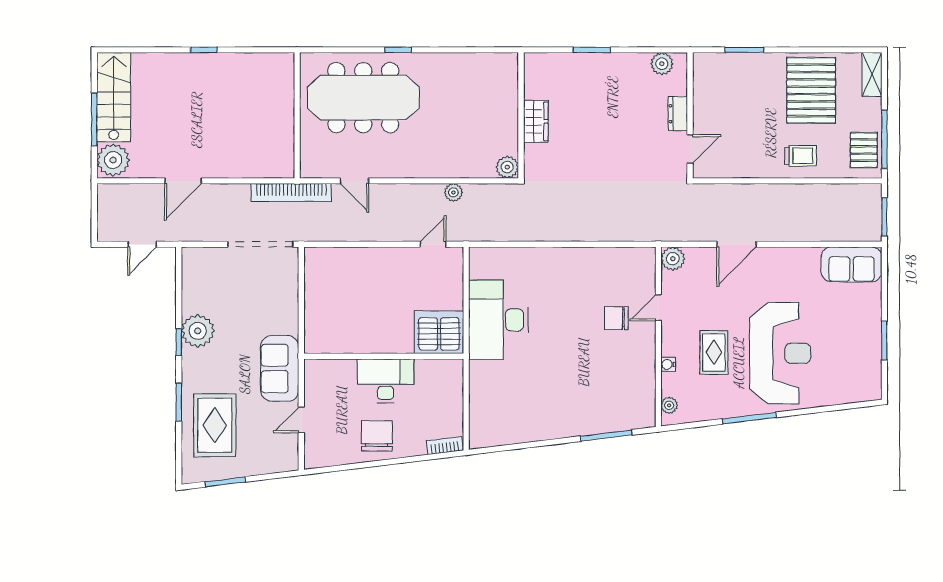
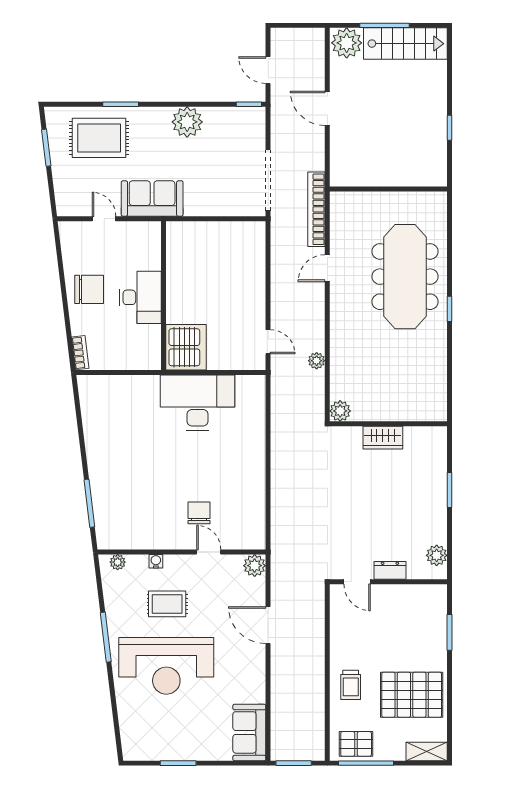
wall: (297, 115) -> (388, 189), moved
window: (179, 342) -> (249, 104), moved

